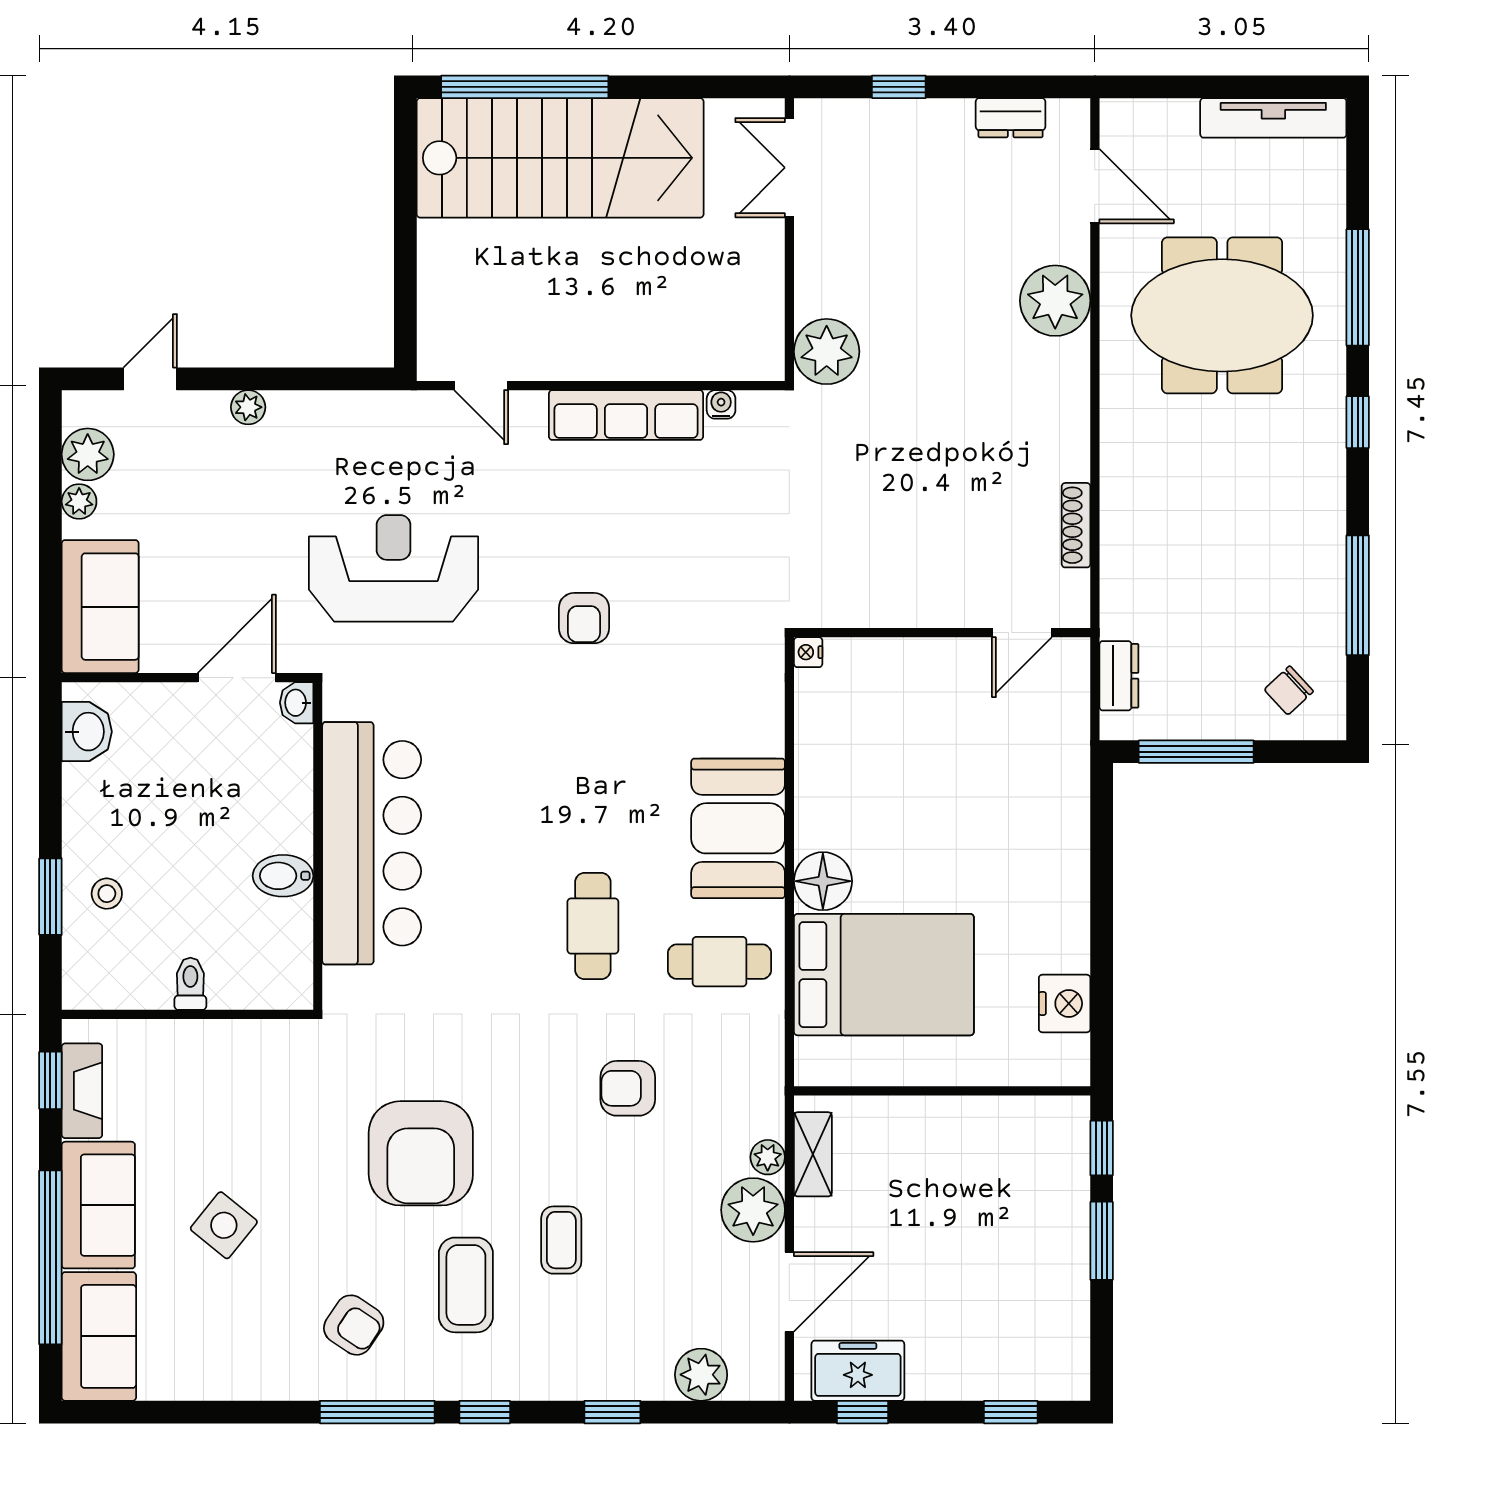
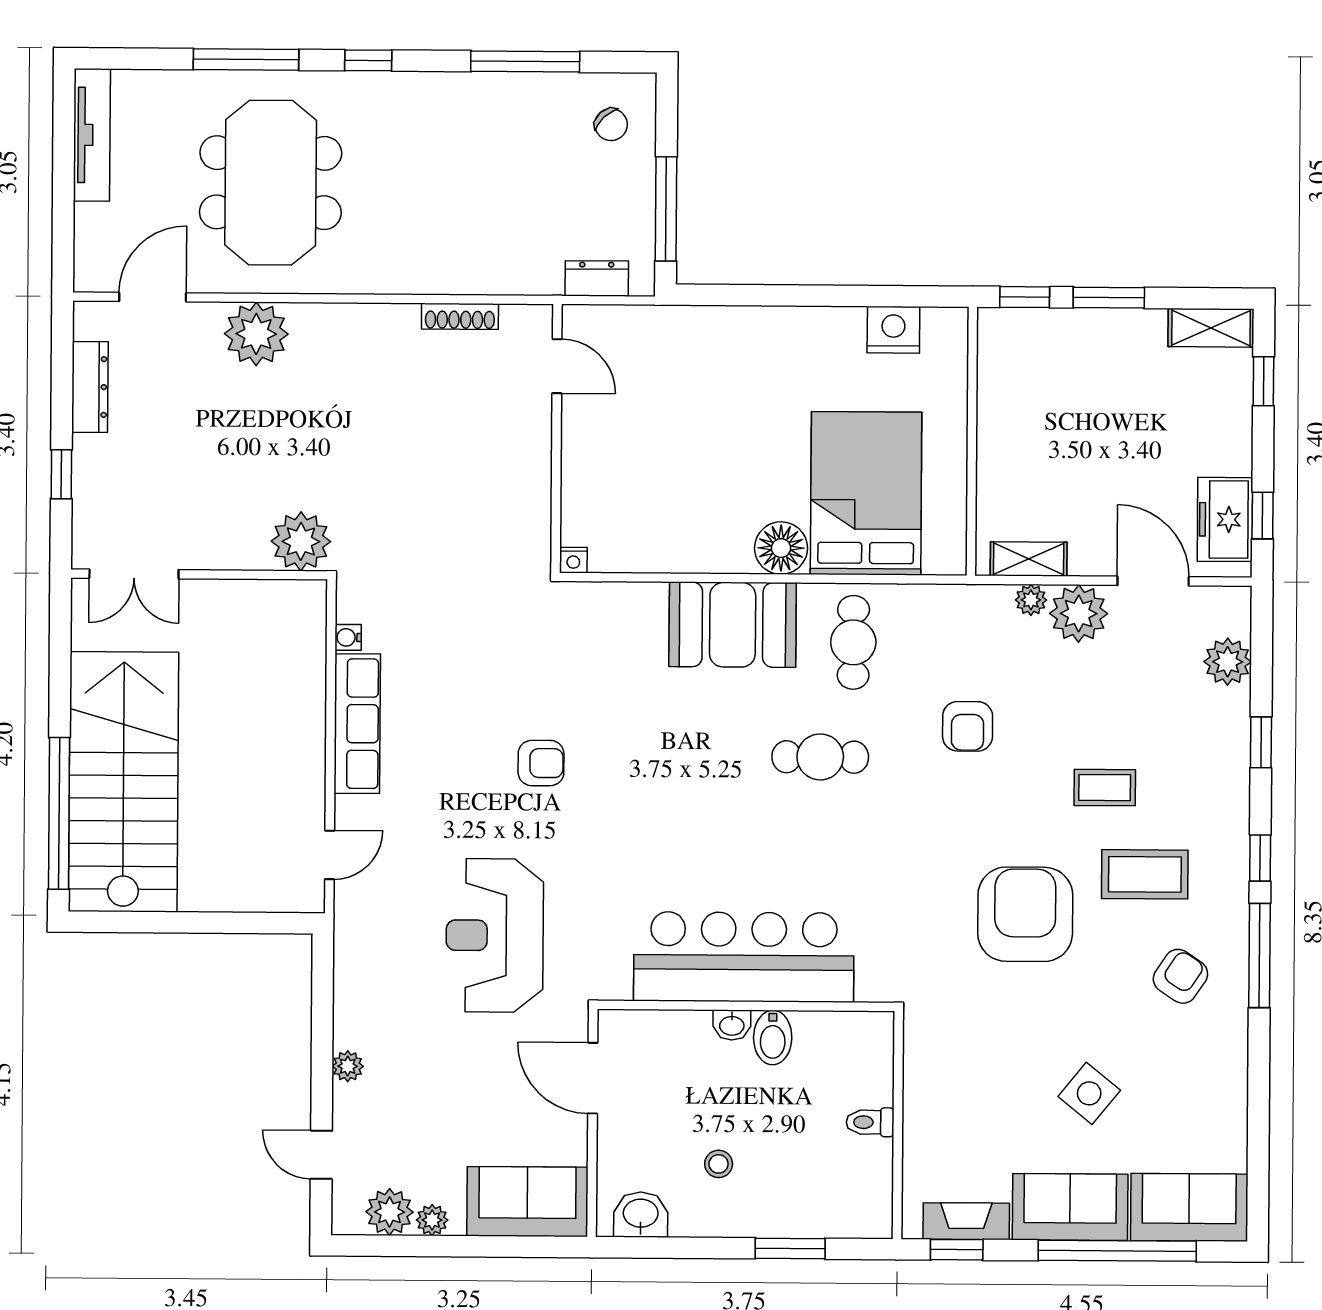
dresser: (1011, 118) -> (90, 387), width x1.44
washbasin: (297, 703) -> (732, 1025), moved
stool: (107, 894) -> (719, 1164), moved
armchair: (421, 1153) -> (1025, 914), turned -90
shelving: (1069, 1354) -> (1211, 328), added

